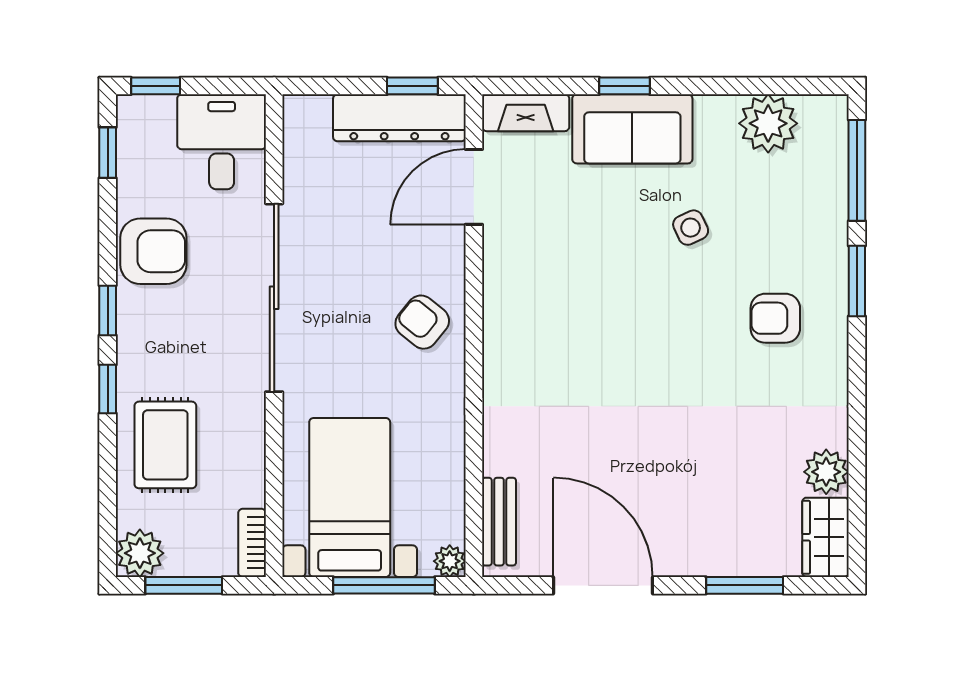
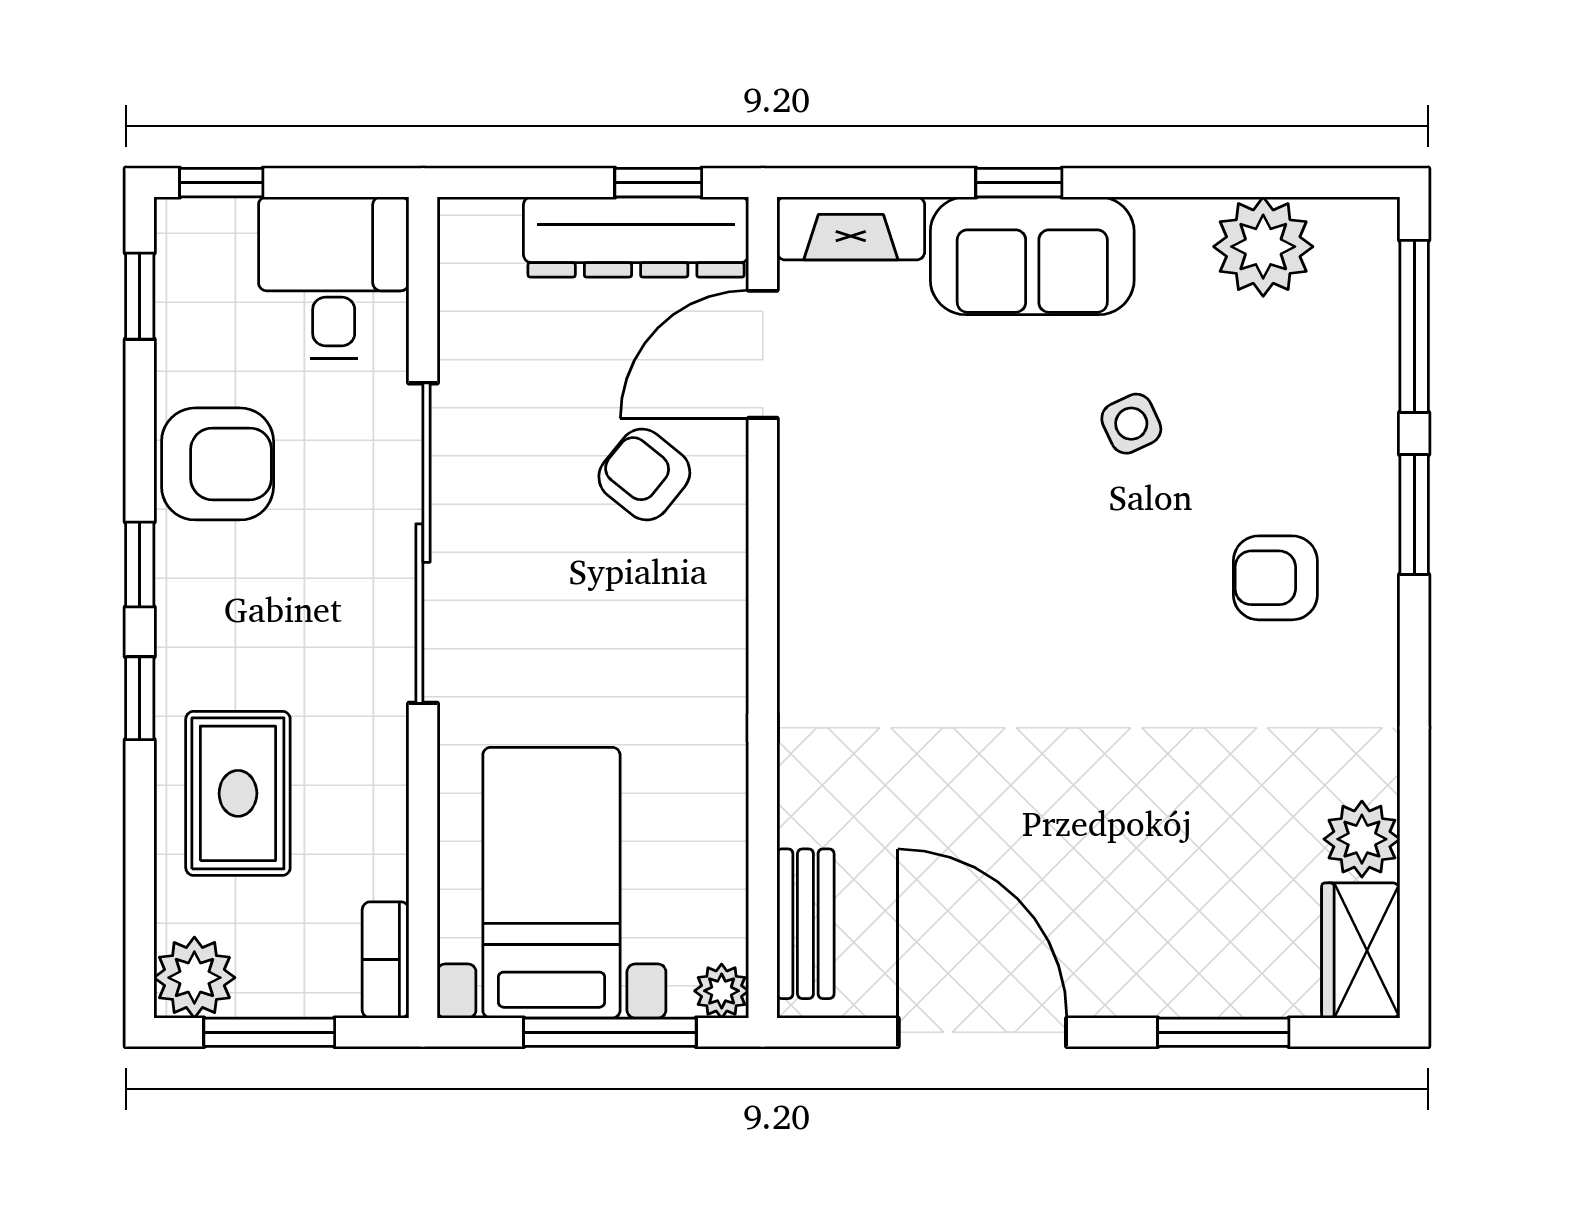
armchair: (422, 322) -> (644, 475), moved

